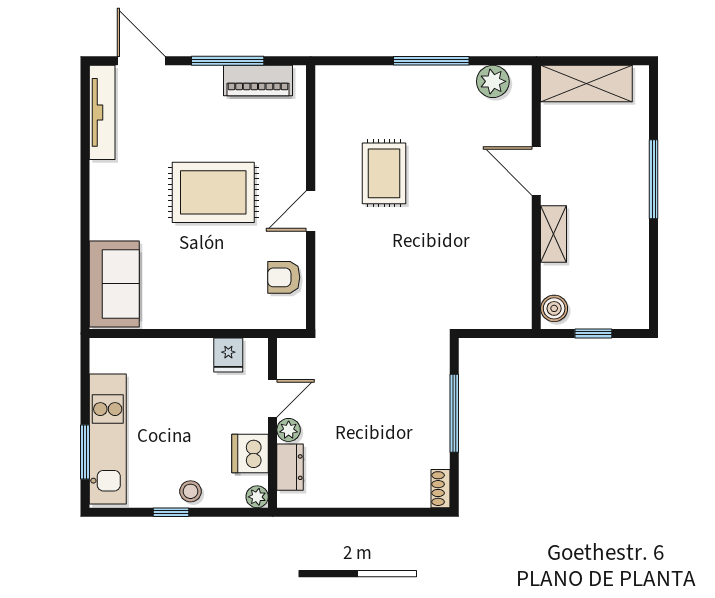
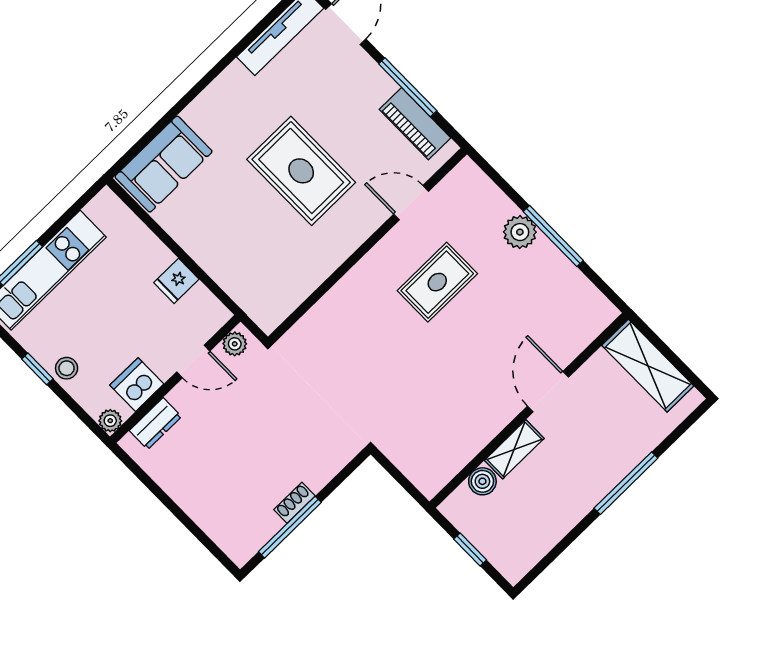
plant: (493, 81) -> (520, 232), moved
door: (311, 211) -> (411, 203), moved
armchair: (284, 277) -> (290, 283), removed
boiler: (554, 308) -> (482, 481), moved
fridge: (228, 355) -> (176, 281), moved
window: (454, 413) -> (290, 527), moved
plant: (289, 430) -> (235, 344), moved
shoe rack: (441, 489) -> (295, 503), moved

